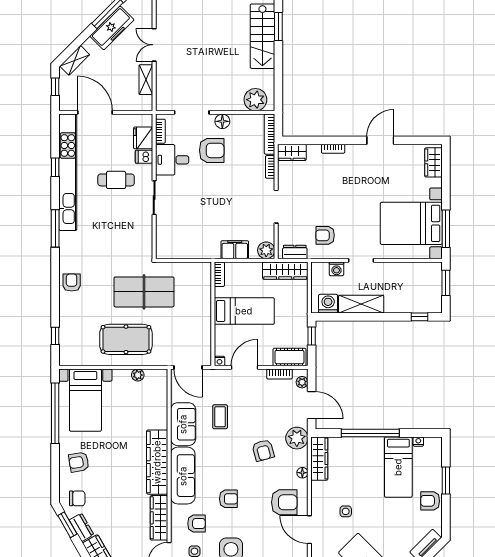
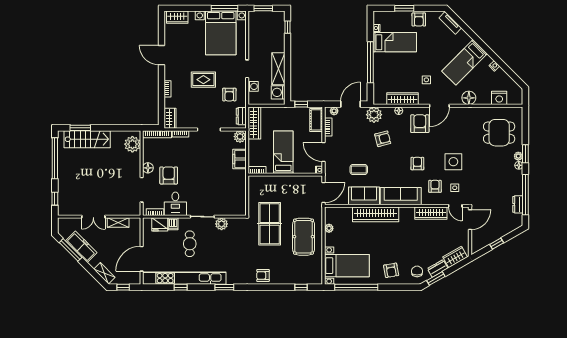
rug: (346, 199) -> (203, 80), added
plant: (144, 224) -> (222, 224), added
window: (55, 228) -> (224, 287), width x0.69
wardrobe: (319, 459) -> (402, 99), moved
wardrobe: (157, 462) -> (376, 214), moved

